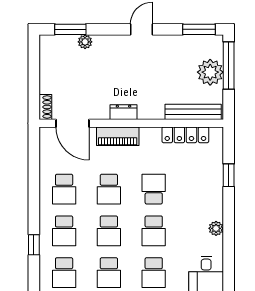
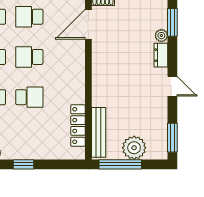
window: (229, 66) -> (120, 164), moved
dresser: (123, 112) -> (161, 55), moved, turned 180
piano: (118, 136) -> (77, 65), removed
window: (229, 175) -> (23, 164), moved

